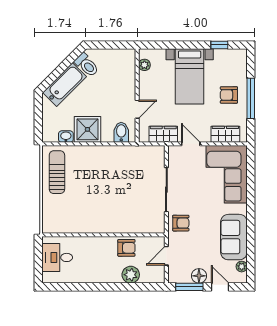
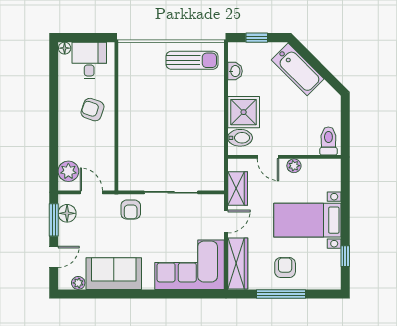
toilet: (87, 65) -> (328, 141), moved, turned 135
plant: (144, 65) -> (294, 166), moved
window: (38, 118) -> (257, 38), added
shower: (87, 129) -> (244, 112), moved
wardrobe: (225, 134) -> (238, 263), width x1.50
armchair: (126, 248) -> (93, 110), moved, turned 109
plant: (131, 275) -> (68, 171), moved
floor lamp: (199, 276) -> (67, 213), moved
floor lamp: (47, 278) -> (65, 48), added

